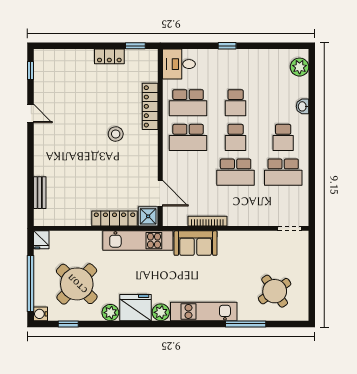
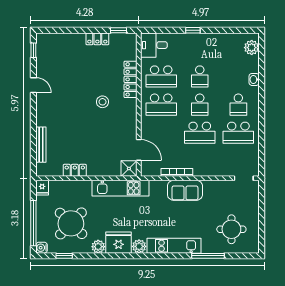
bench: (40, 193) -> (41, 145), width x1.36
locker: (115, 219) -> (75, 170), moved, width x0.66
sofa: (196, 243) -> (185, 190), moved
round table: (275, 291) -> (231, 229), turned 35

